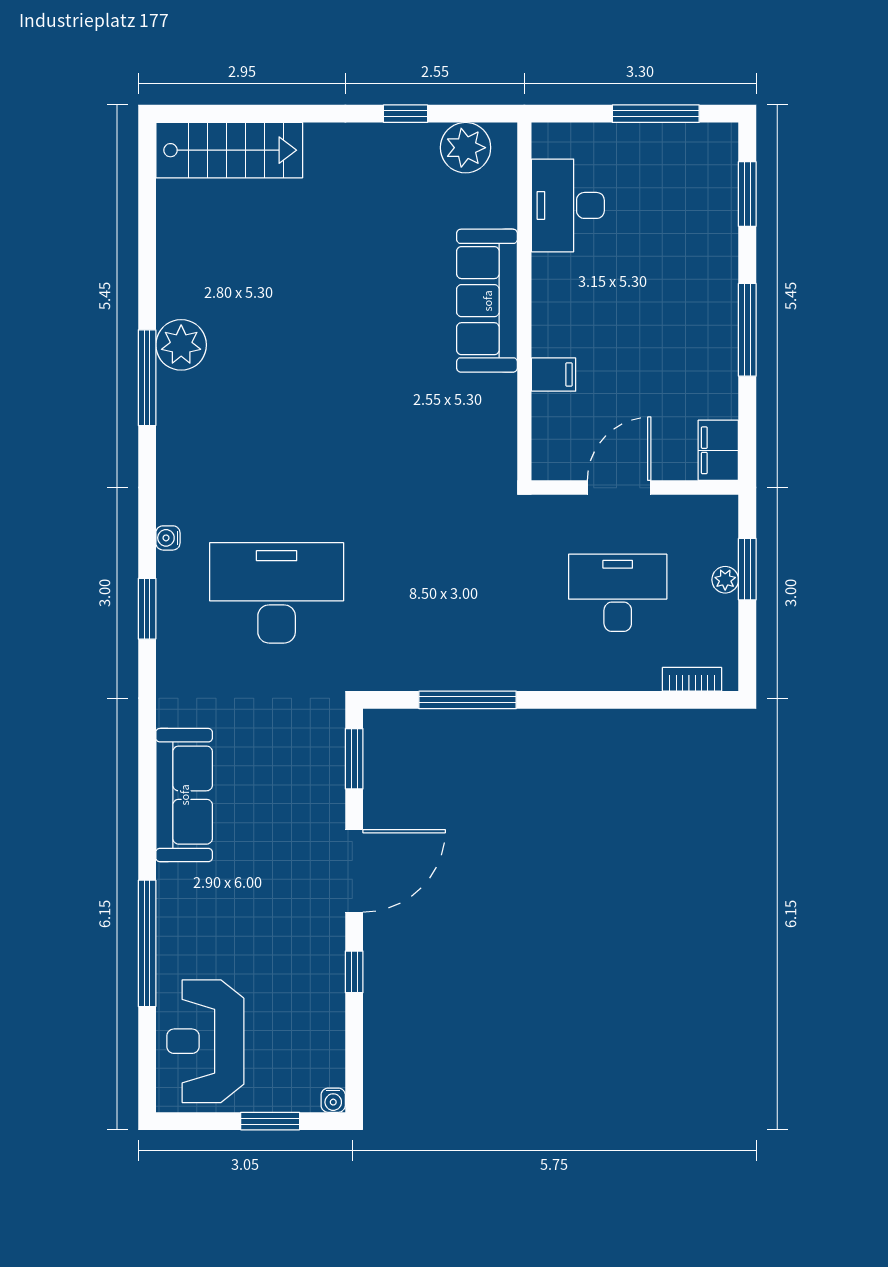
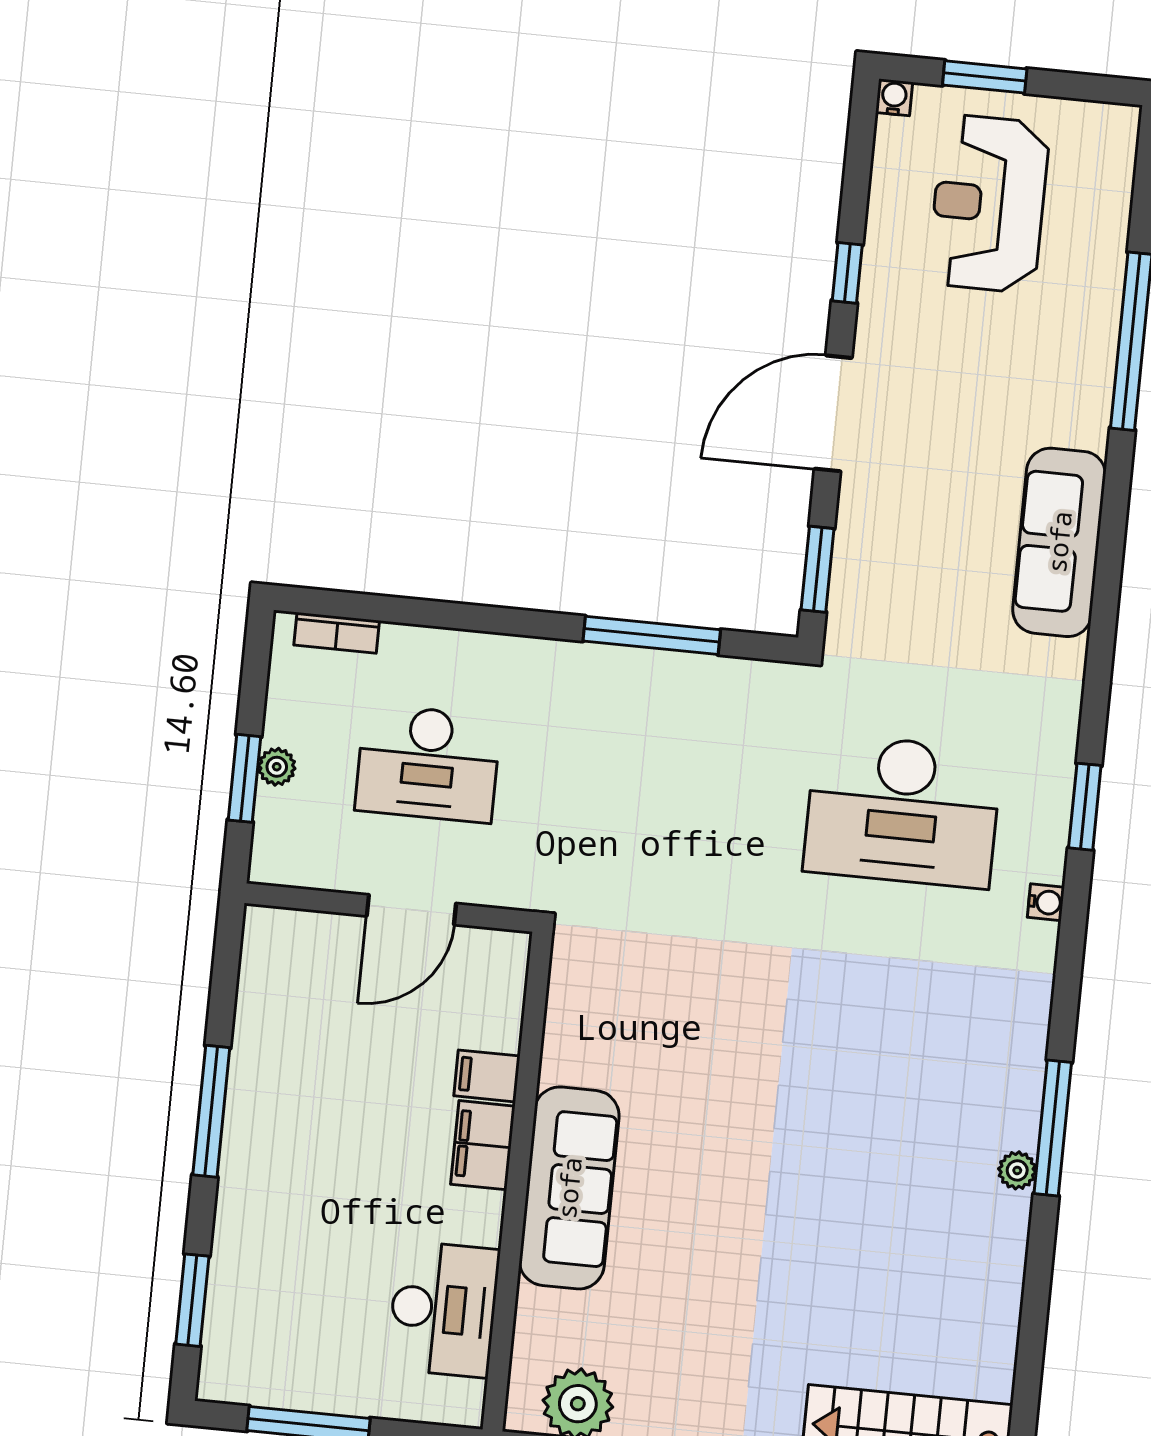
plant: (181, 345) -> (1017, 1170), width x0.53, depth x0.53
filing cabinet: (718, 450) -> (483, 1145), moved, turned 180
reception desk: (205, 1041) -> (989, 204), moved, turned 180

